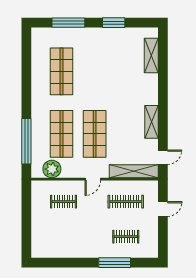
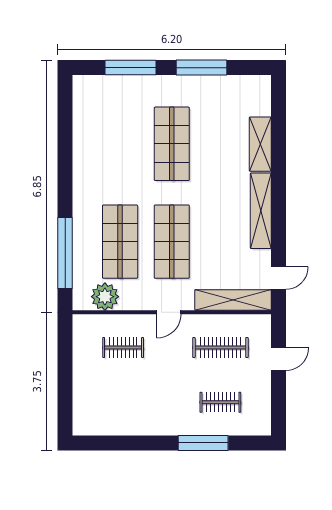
window: (114, 23) -> (202, 68), width x1.44
shelving: (151, 56) -> (260, 144), moved
shop shelf: (62, 71) -> (172, 144), moved
shelving: (152, 122) -> (261, 211), width x1.47

